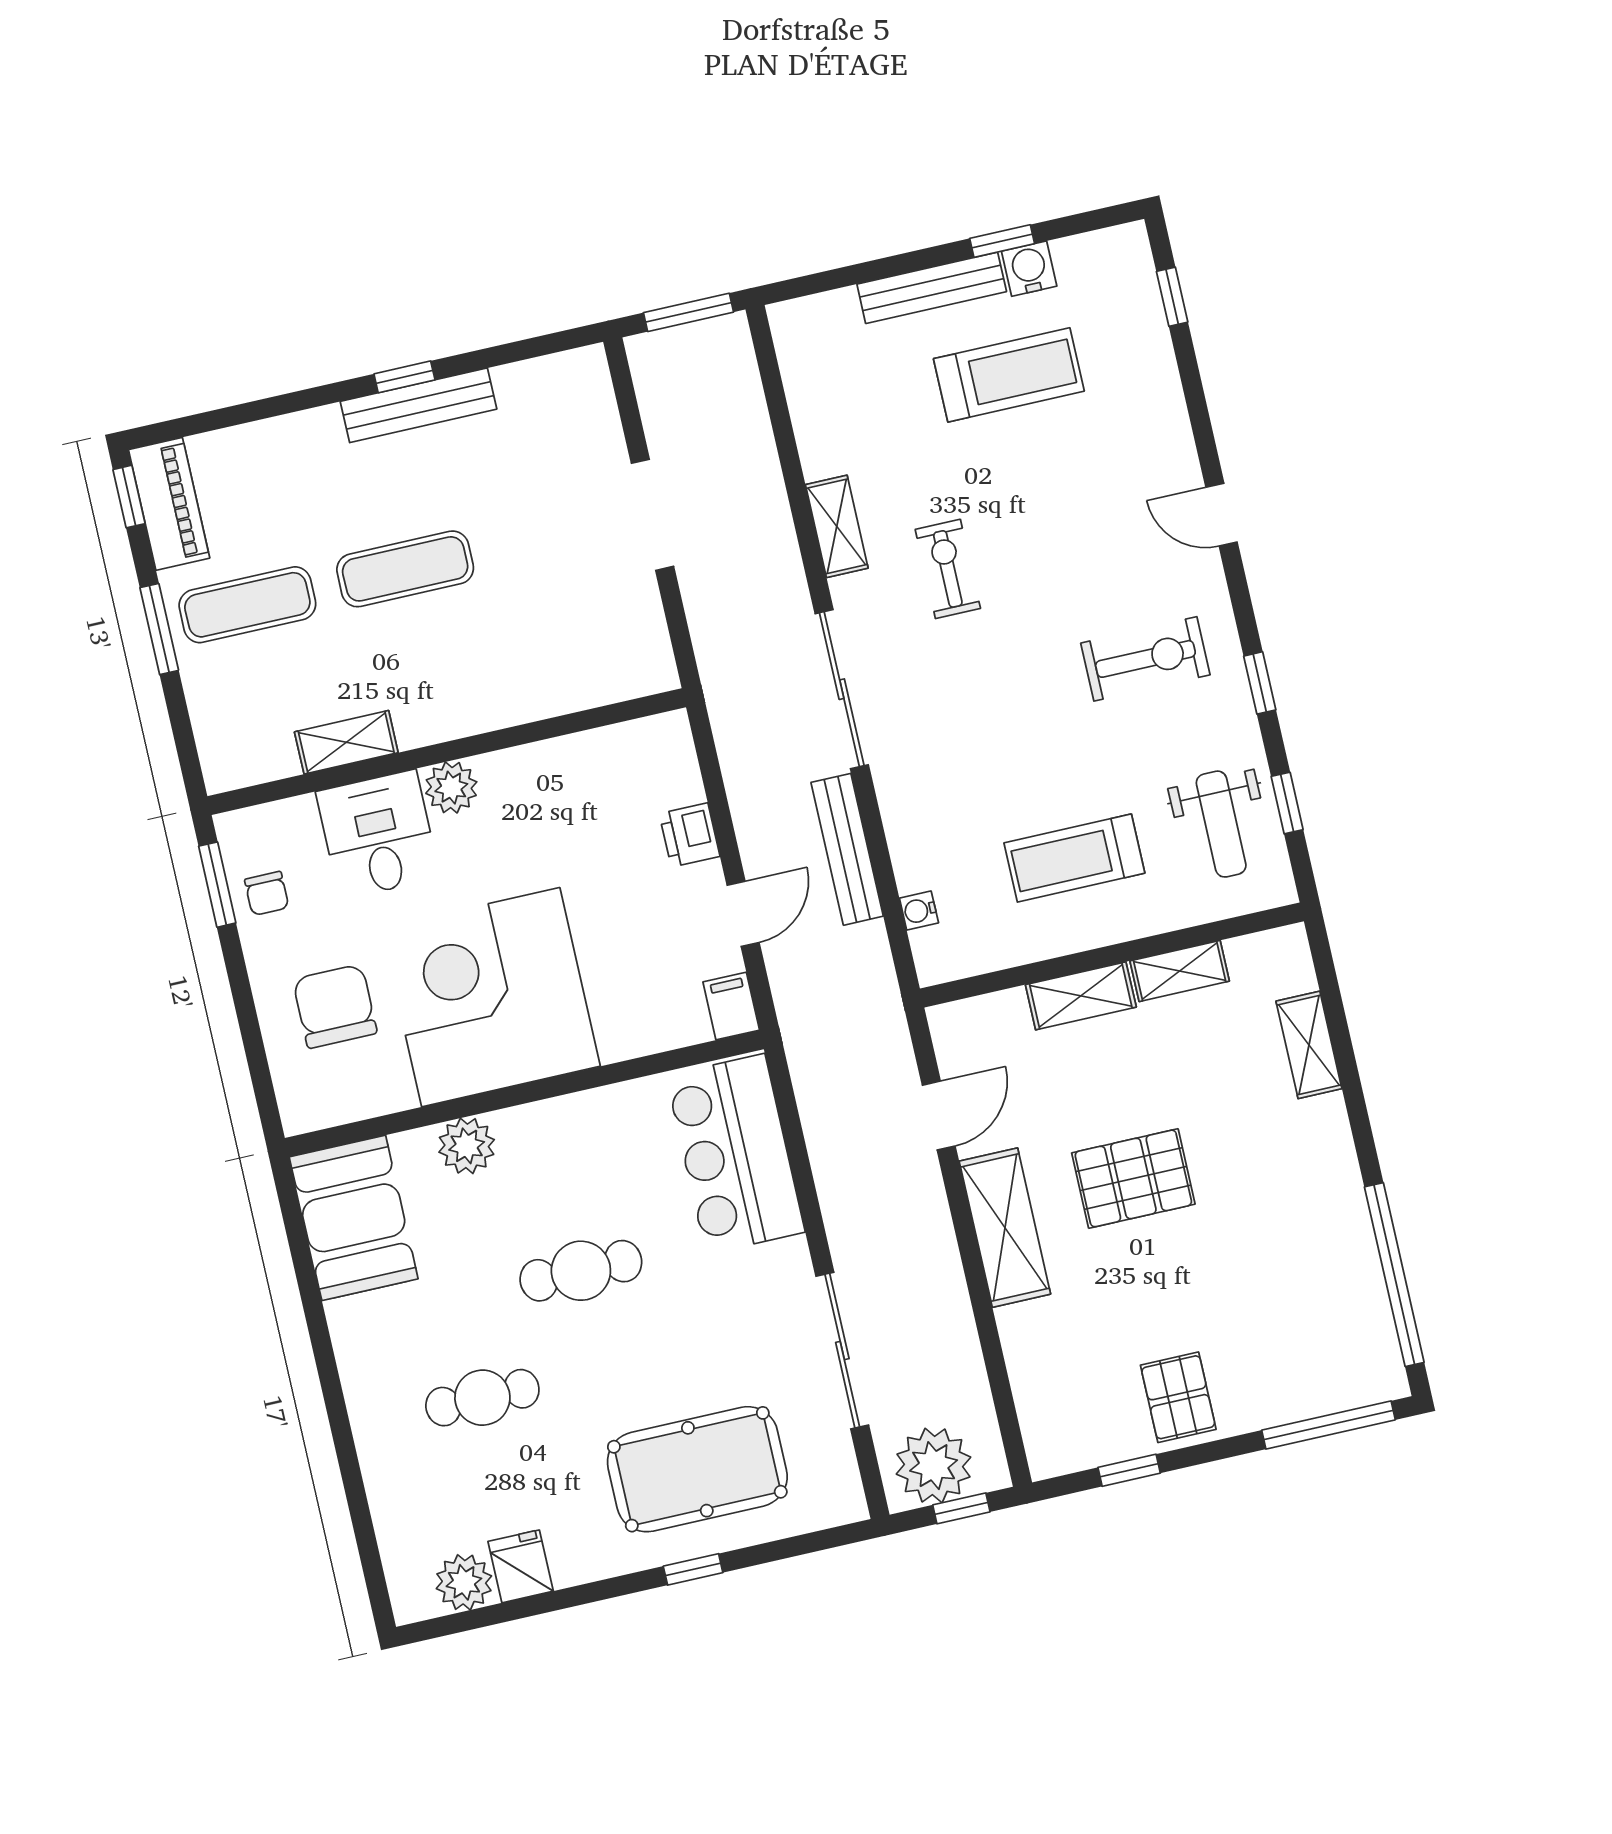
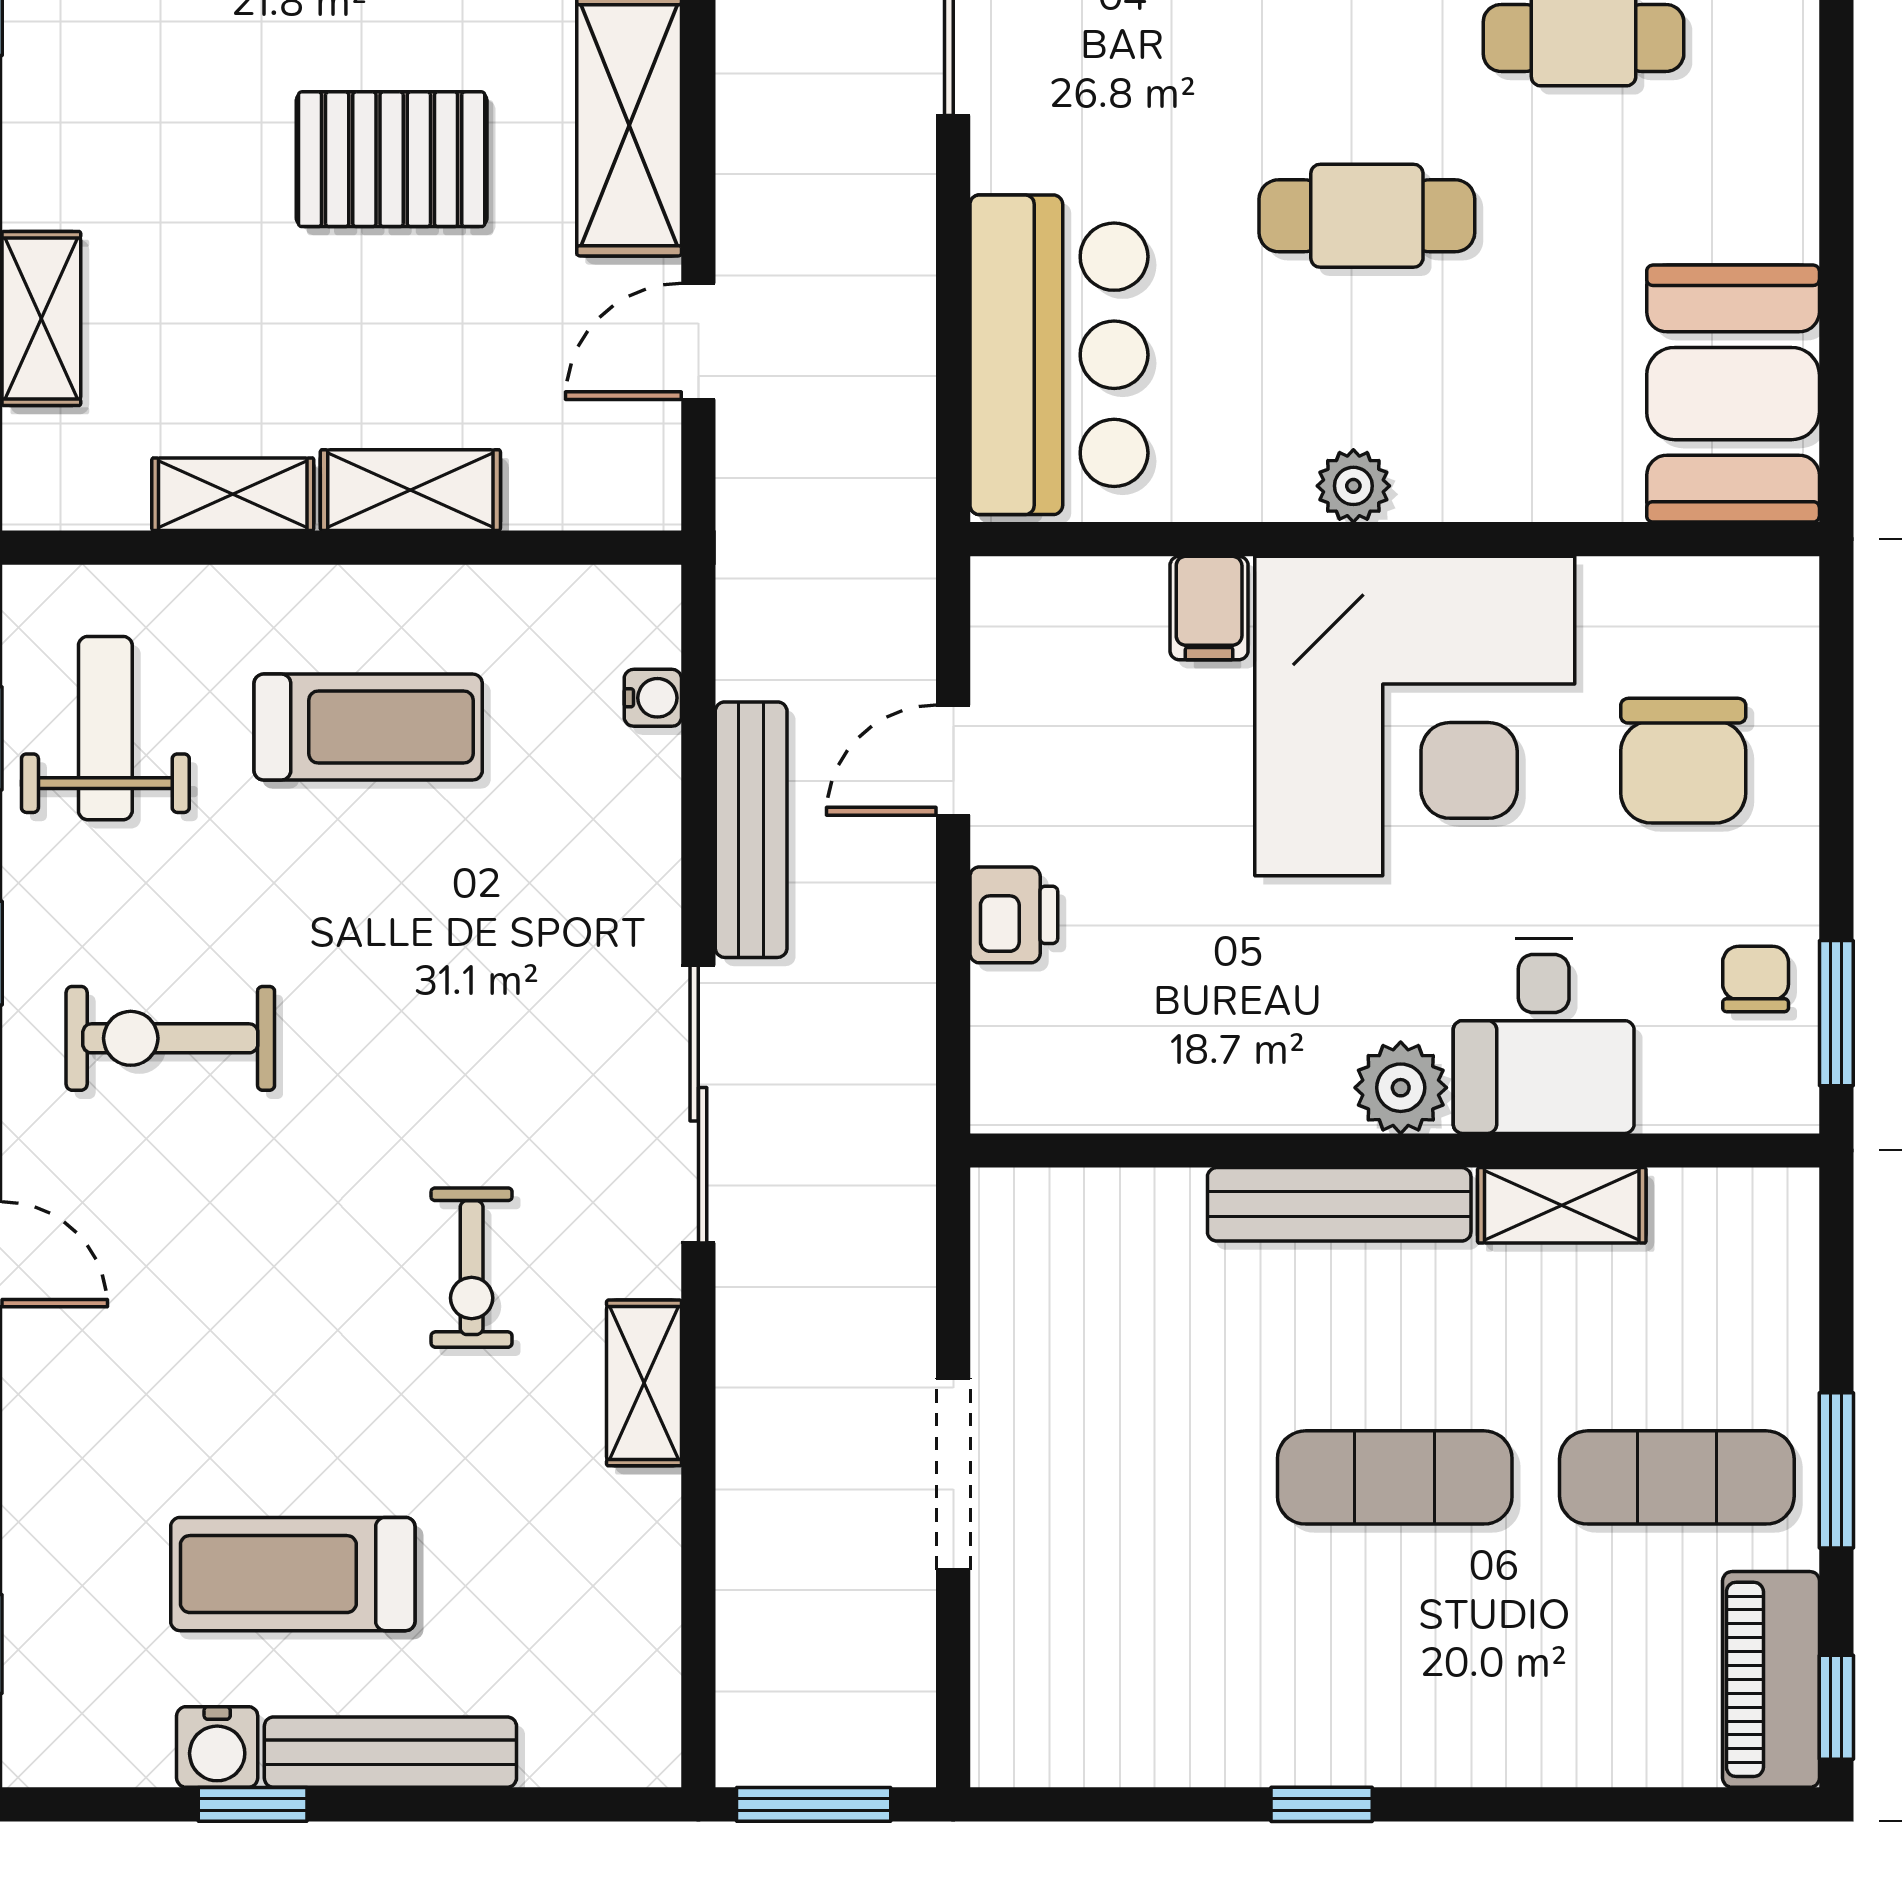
bench: (419, 405) -> (1339, 1204), moved
filing cabinet: (731, 1006) -> (1209, 608), moved
plant: (467, 1146) -> (1353, 486), moved, width x0.73, depth x0.73

